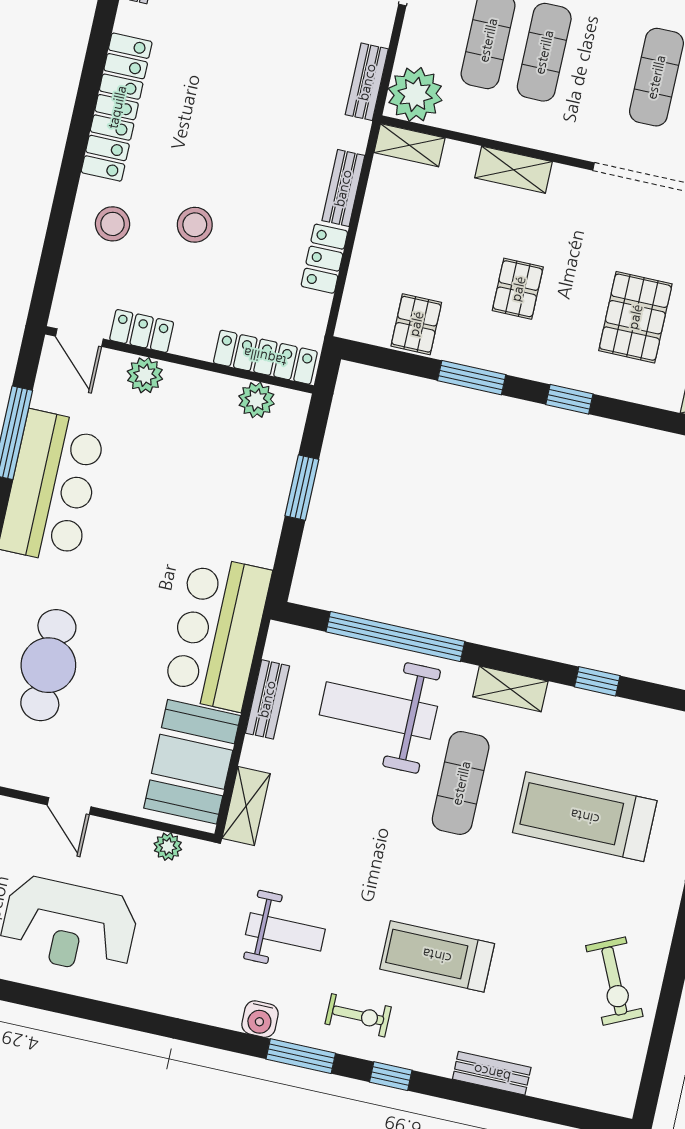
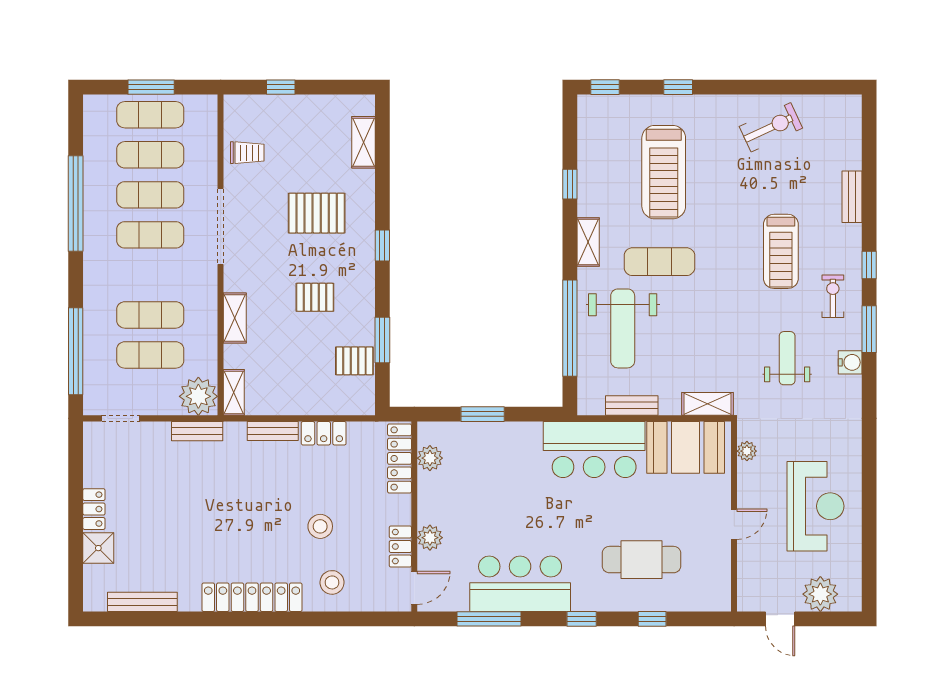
window: (472, 378) -> (382, 340), moved

